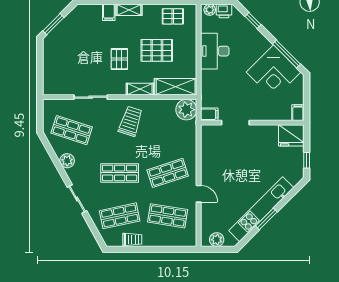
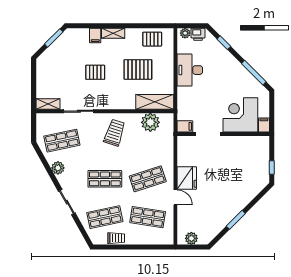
window: (53, 24) -> (54, 38), moved
pallet: (119, 59) -> (95, 72), moved, turned 90
corner desk: (274, 72) -> (240, 115), moved, turned 135
shelving: (140, 89) -> (48, 104), moved
plant: (186, 110) -> (150, 122), moved
shop shelf: (72, 130) -> (62, 141), turned -30
fridge: (291, 135) -> (187, 178), moved, turned -90
kitchen unit: (261, 209) -> (231, 211), removed

